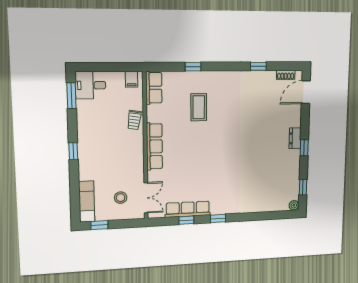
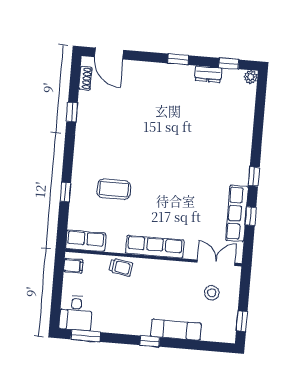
dresser: (295, 138) -> (208, 74), moved
exam couch: (87, 202) -> (176, 330), moved

